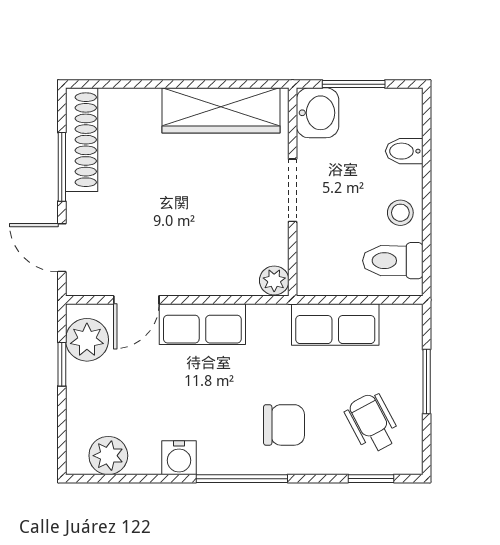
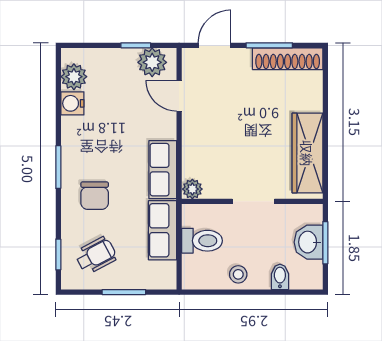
washbasin: (318, 113) -> (308, 242), moved, turned 90
toilet: (393, 261) -> (202, 241), moved, turned 90
row of seats: (202, 324) -> (163, 170), moved
water cooler: (179, 458) -> (72, 103), moved
window: (242, 479) -> (58, 167), width x0.69

